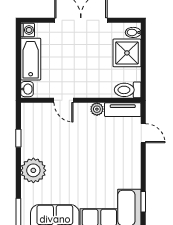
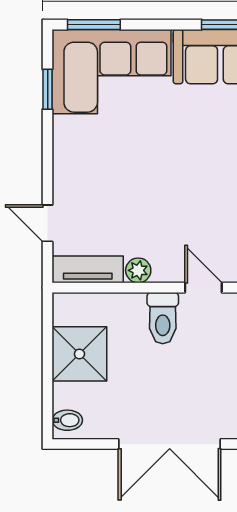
shower: (127, 53) -> (79, 354), moved
toilet: (128, 90) -> (163, 318), moved, turned 90

